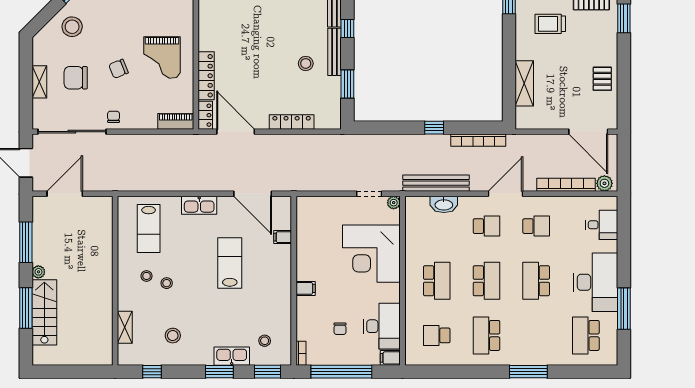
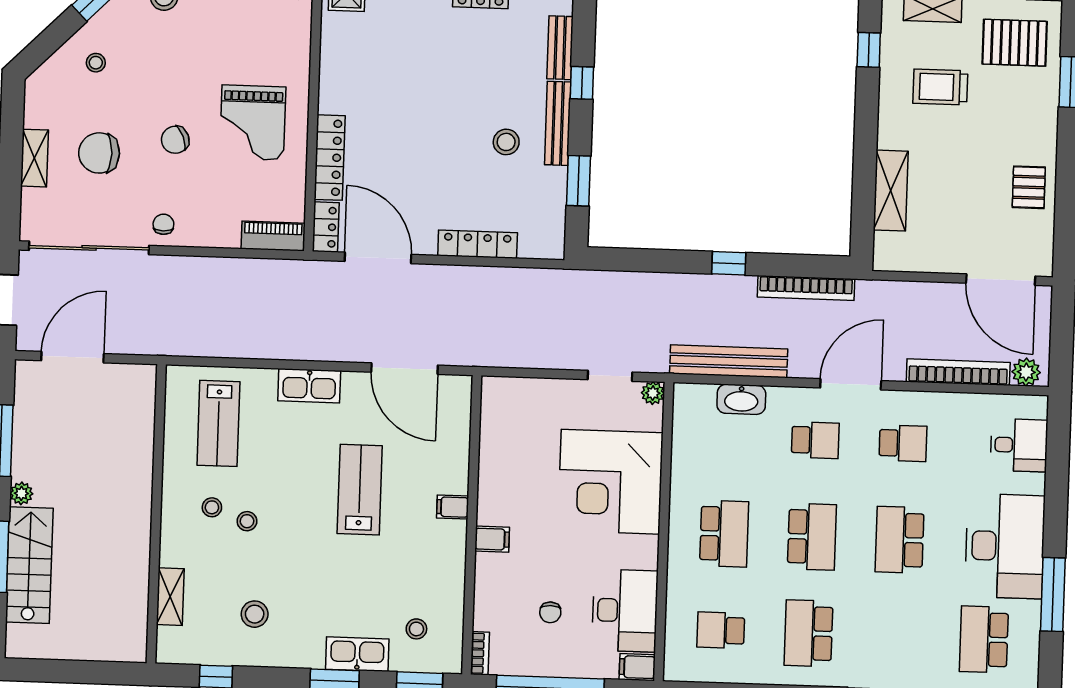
stool: (72, 27) -> (96, 63), width x0.53, depth x0.53
filing cabinet: (283, 237) -> (453, 507), moved

